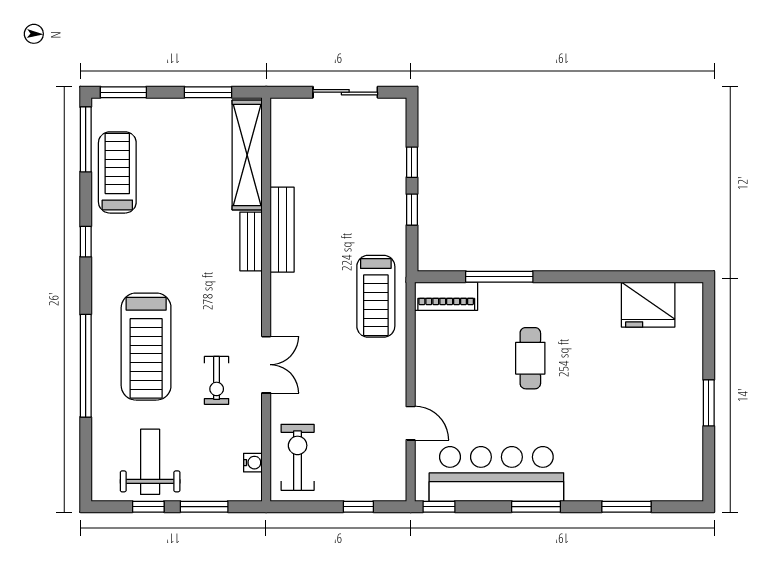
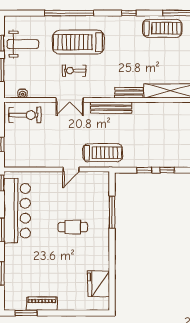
bench: (282, 230) -> (111, 108), moved
treadmill: (376, 296) -> (103, 153), turned 180
piano: (446, 296) -> (42, 304), moved, turned 90
exercise bike: (217, 380) -> (74, 71), moved
window: (709, 403) -> (26, 313), moved
door: (411, 423) -> (71, 169), moved

